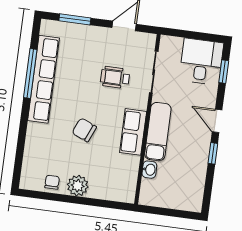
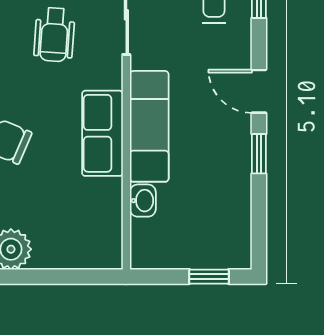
wheelchair: (115, 77) -> (54, 35), turned -86
window: (178, 214) -> (209, 277), added

